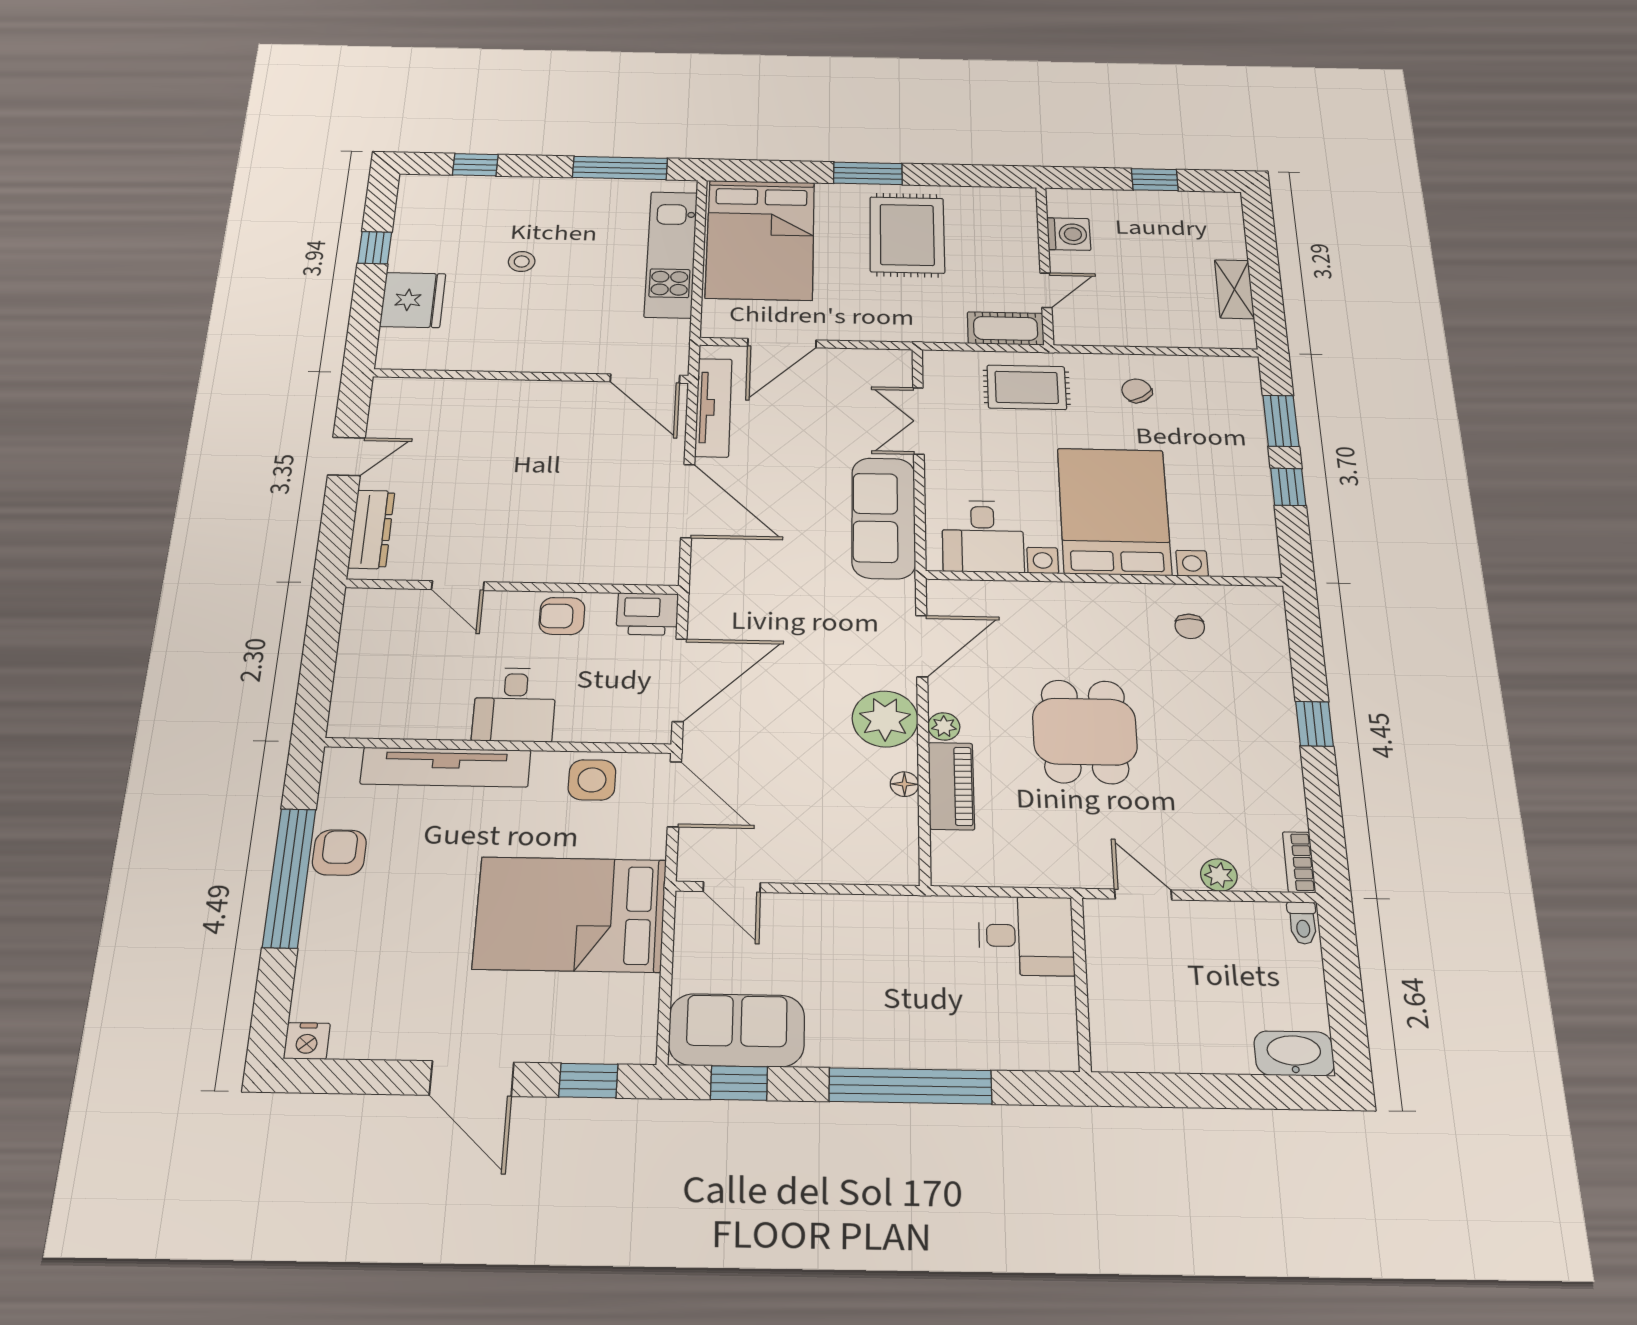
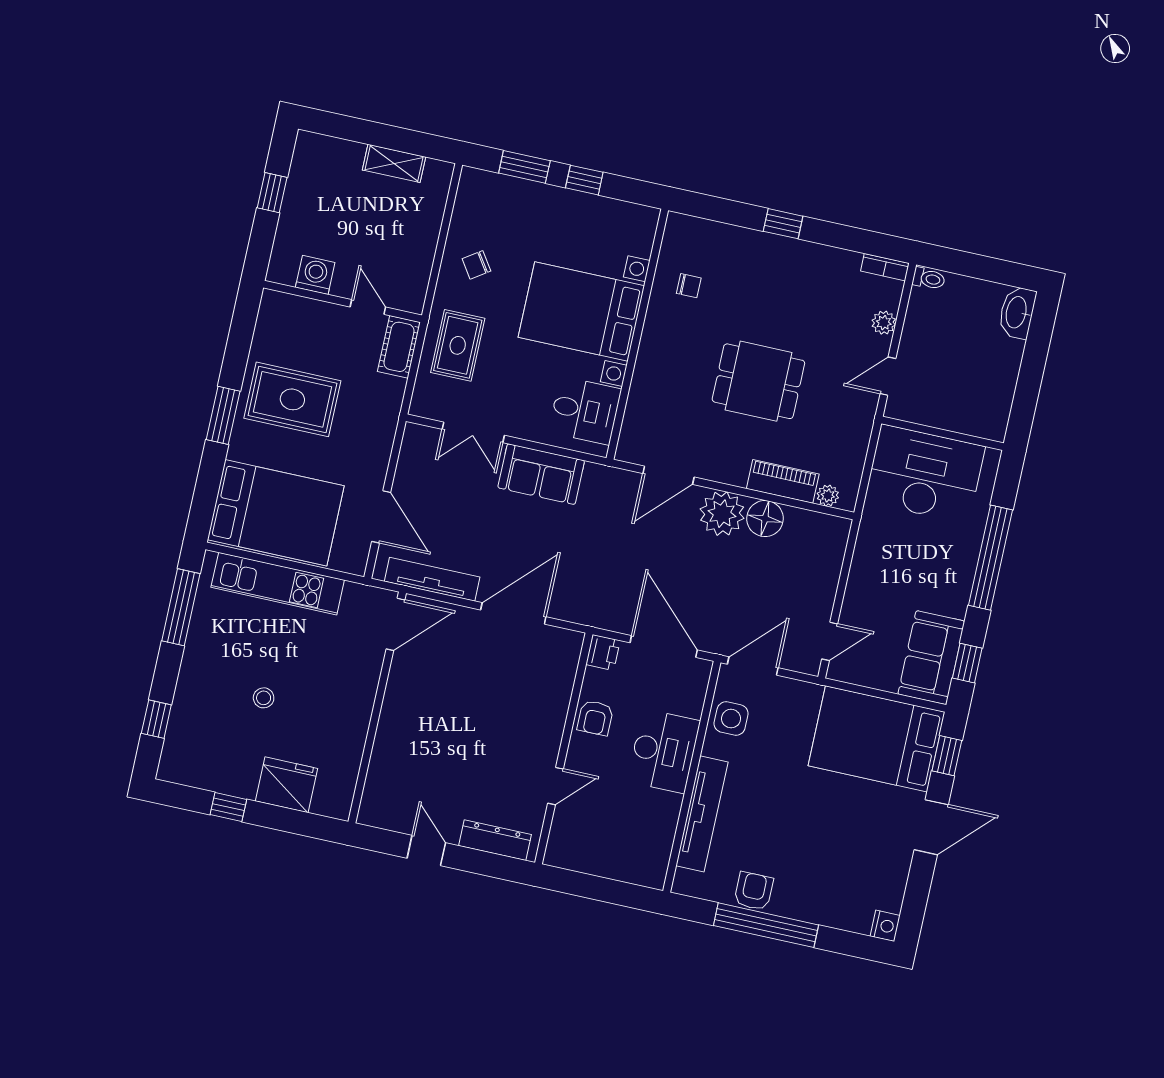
sofa: (884, 518) -> (541, 474), width x0.73
printer: (647, 614) -> (603, 653), width x0.73, depth x0.81
door: (922, 646) -> (669, 475), swing flipped
desk: (514, 704) -> (664, 751), width x1.37
plant: (944, 726) -> (828, 496), moved
floor lamp: (905, 784) -> (765, 519), width x1.89, depth x1.89
armchair: (339, 853) -> (754, 891), turned 90
bed: (570, 914) -> (876, 739), moved, turned 90
desk: (1026, 936) -> (925, 474), width x1.87, depth x1.30

